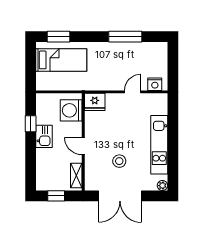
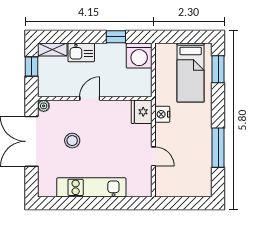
nightstand: (155, 84) -> (162, 114), moved
washing machine: (71, 110) -> (139, 56), moved, turned 180
kitchen sink: (44, 136) -> (81, 52), moved
shelving: (76, 175) -> (52, 49), moved
plant: (162, 186) -> (44, 106), moved

